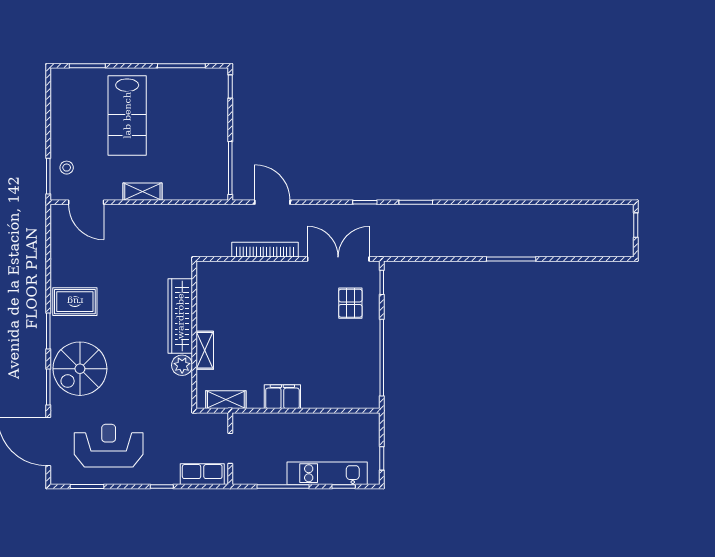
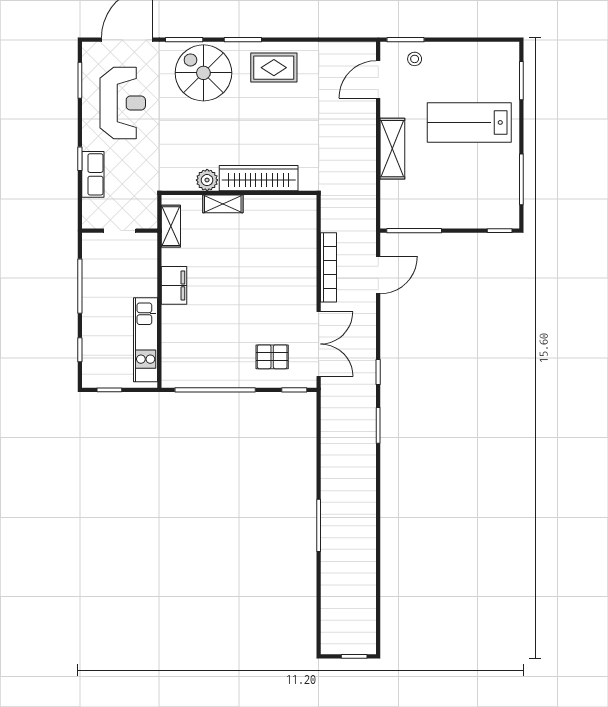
shelving: (142, 192) -> (392, 149), width x1.50, depth x1.33
rug: (75, 302) -> (274, 68), turned 90
kitchen unit: (327, 473) -> (146, 340), moved, turned 180
row of seats: (202, 474) -> (93, 174), moved

